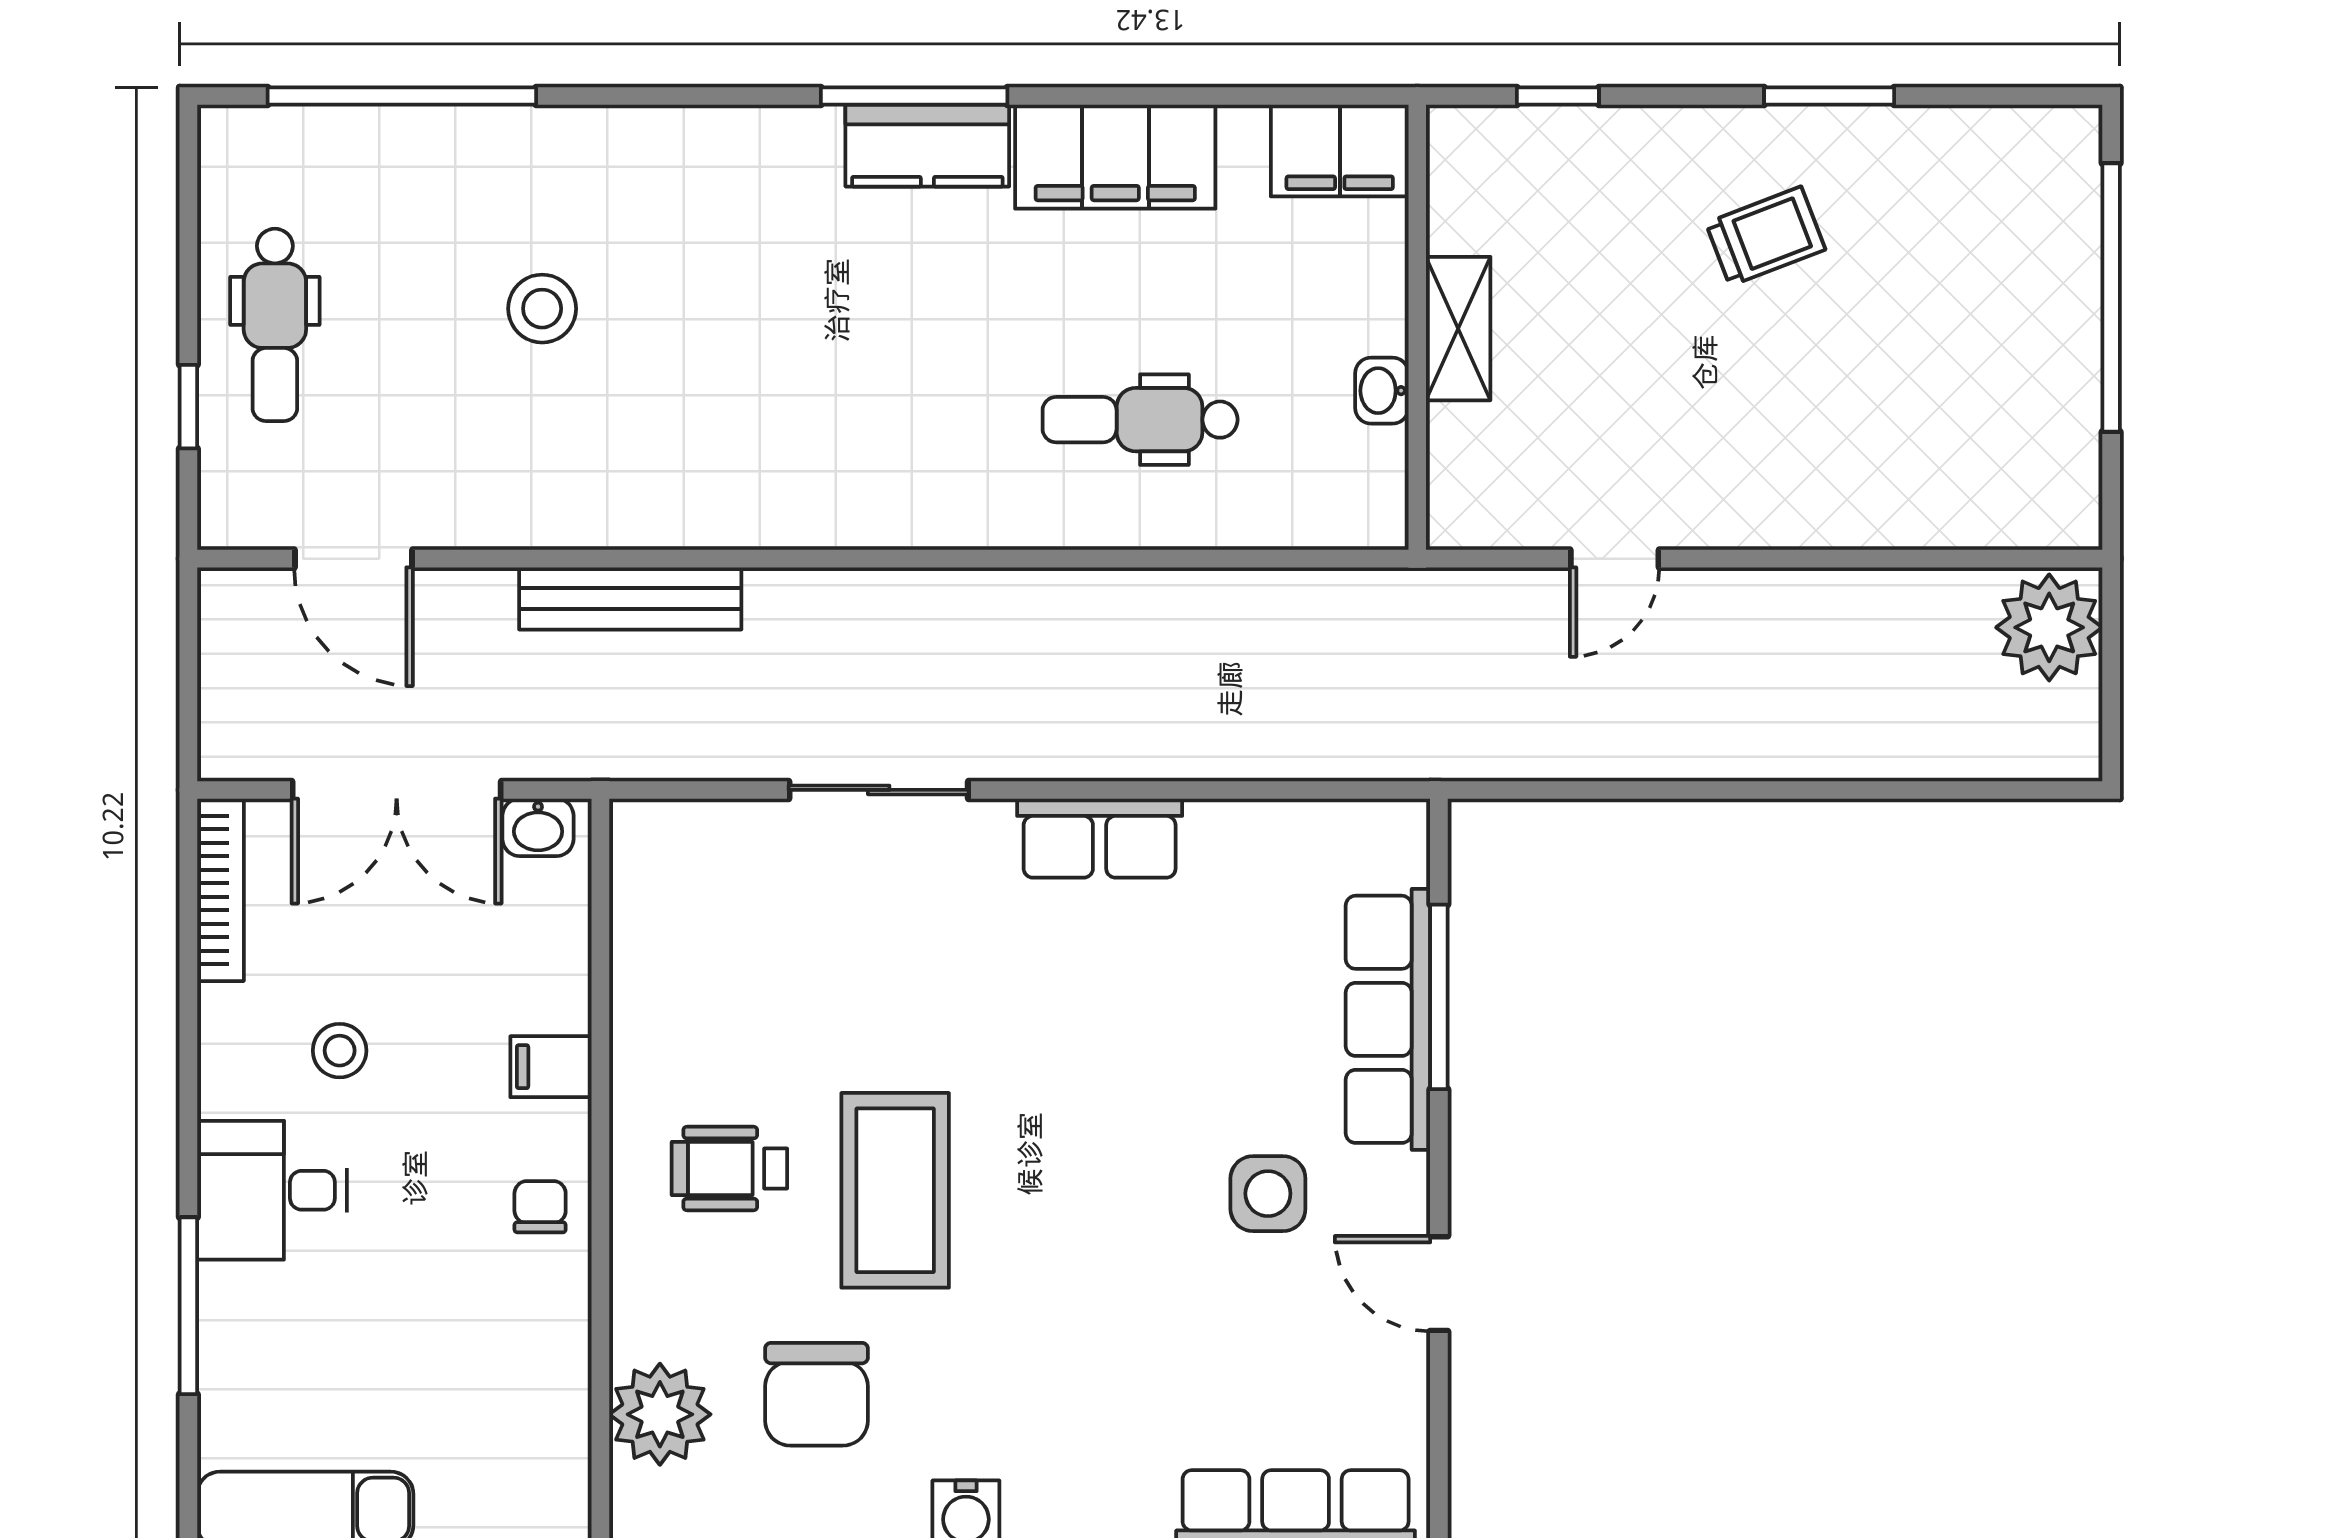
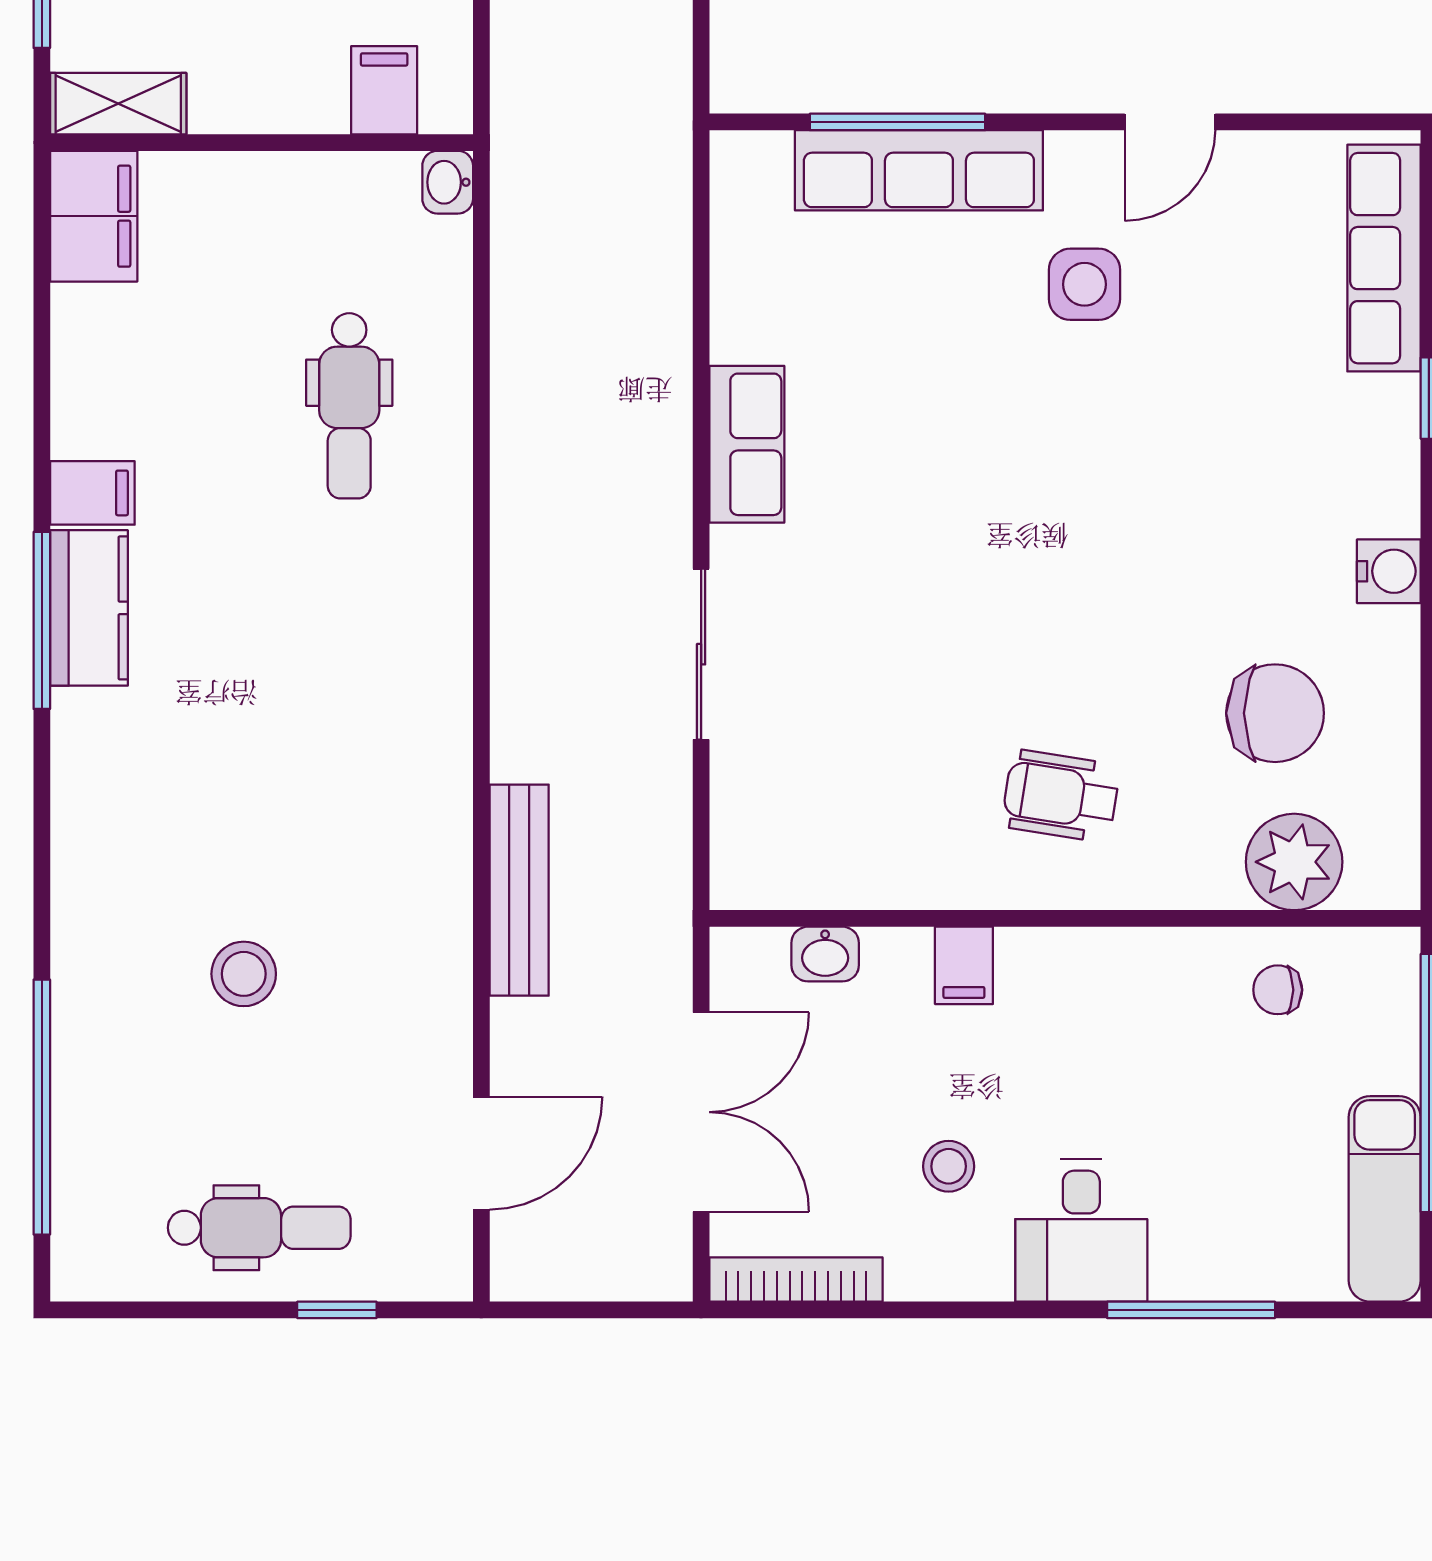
filing cabinet: (1115, 157) -> (92, 493), width x0.33, depth x0.86
shelving: (1458, 329) -> (118, 104), moved
washbasin: (1382, 391) -> (448, 182), moved, turned 90
filing cabinet: (1472, 456) -> (384, 90), added
washbasin: (538, 827) -> (825, 954), moved, turned 90
wheelchair: (729, 1168) -> (1061, 796), turned 99
coffee table: (895, 1190) -> (1081, 639), removed
chair: (540, 1207) -> (1278, 990), moved

